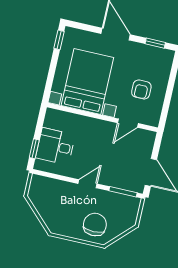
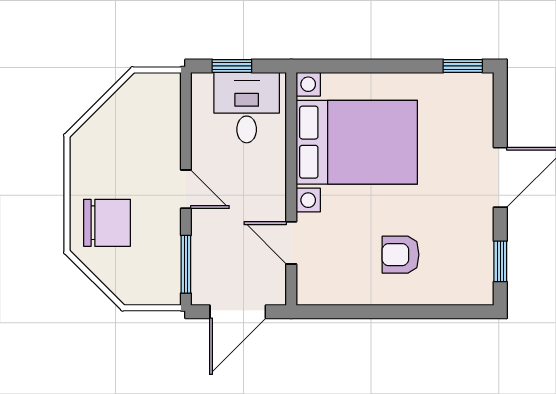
bed with nightstands: (87, 82) -> (357, 142), moved
wall: (102, 117) -> (291, 189), moved
door: (128, 123) -> (291, 243), moved

